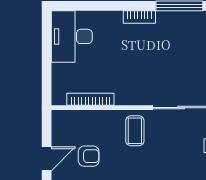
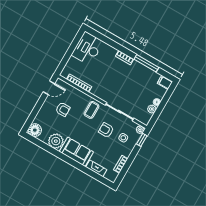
armchair: (177, 149) -> (106, 130), added
door: (47, 159) -> (49, 88), moved

